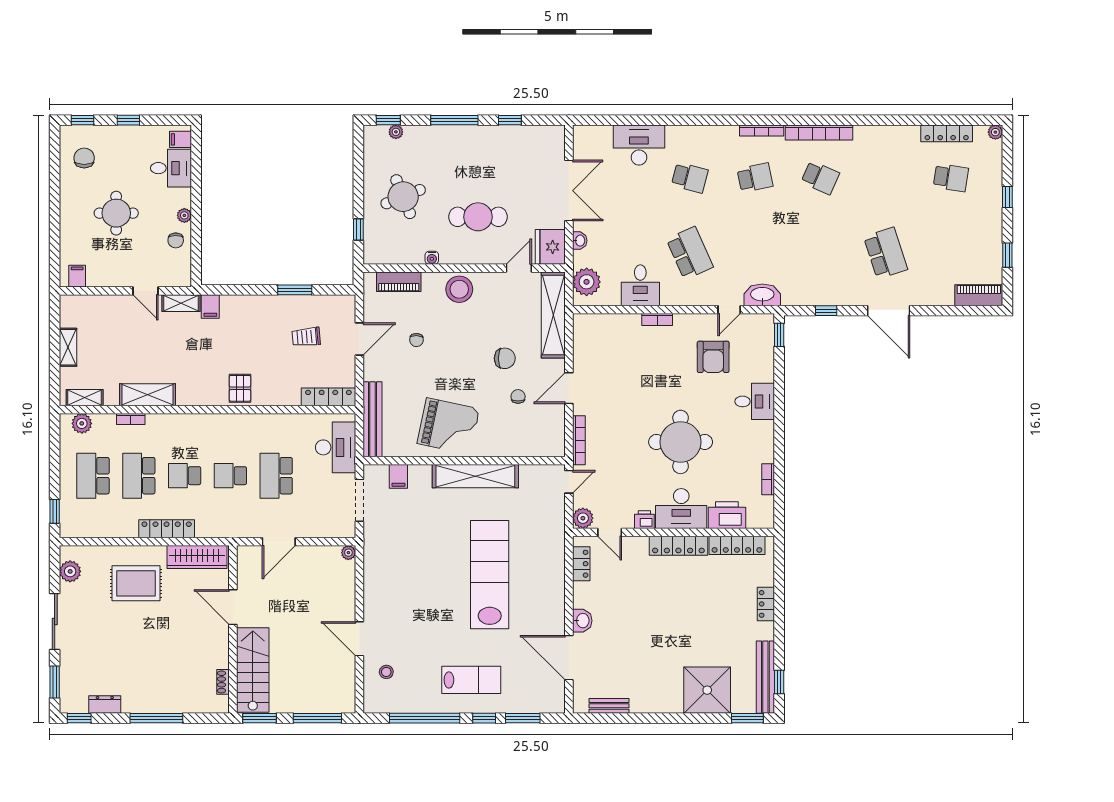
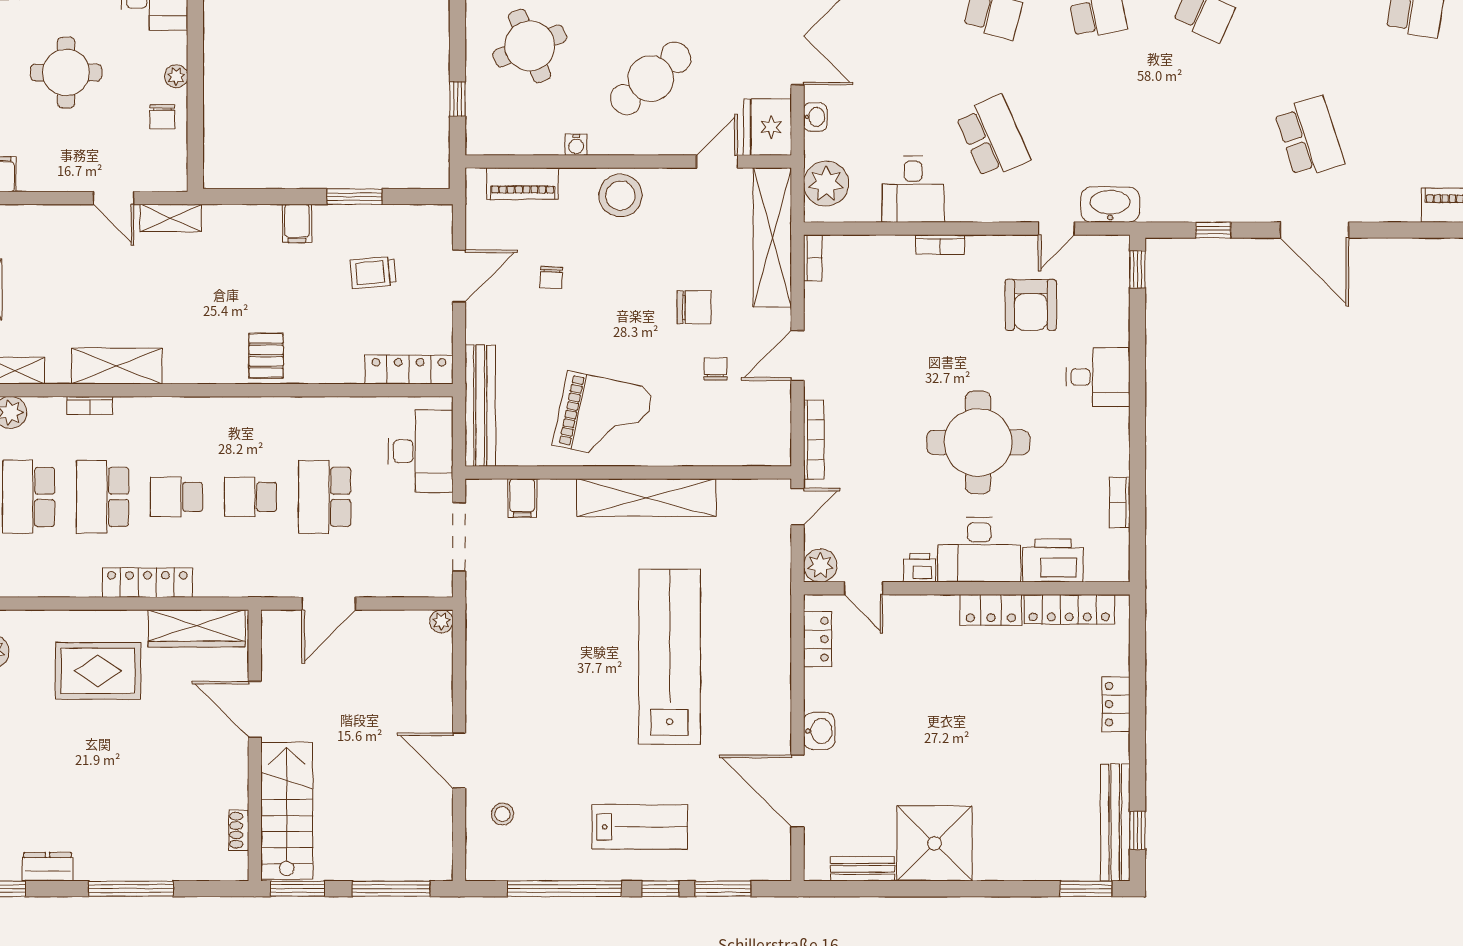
cafe table: (478, 217) -> (651, 79), turned -40
filing cabinet: (210, 306) -> (297, 223), moved
bookcase: (578, 328) -> (813, 258), added
locker: (678, 546) -> (991, 610), width x0.66
shower: (707, 690) -> (934, 843), moved

